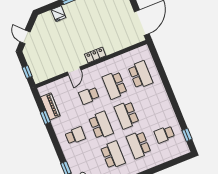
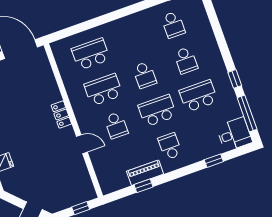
school desk: (115, 85) -> (103, 90), turned 180
piano: (50, 106) -> (145, 173), moved
school desk: (127, 115) -> (145, 75), width x0.54
school desk: (139, 145) -> (186, 60), width x0.54

